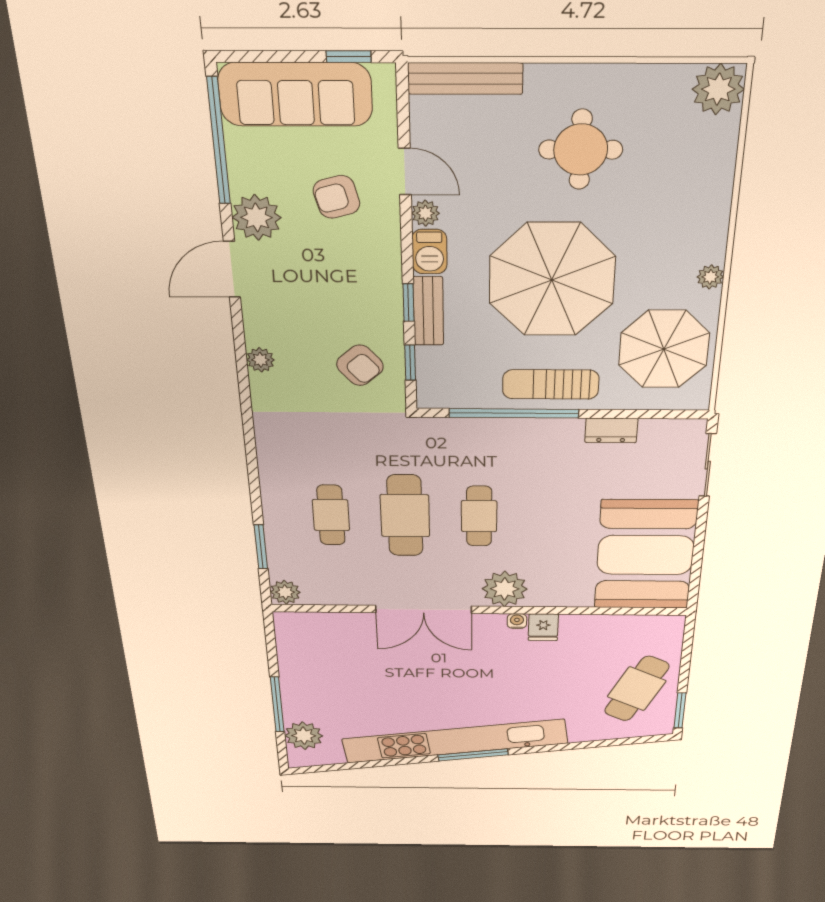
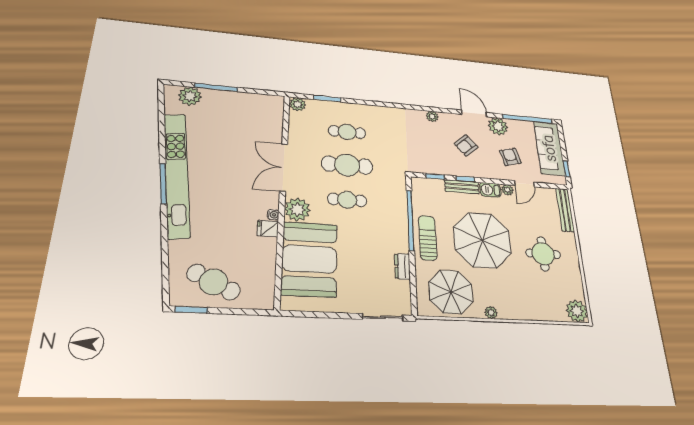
armchair: (360, 365) -> (466, 145), moved
booth: (645, 555) -> (309, 259), moved, turned 90

